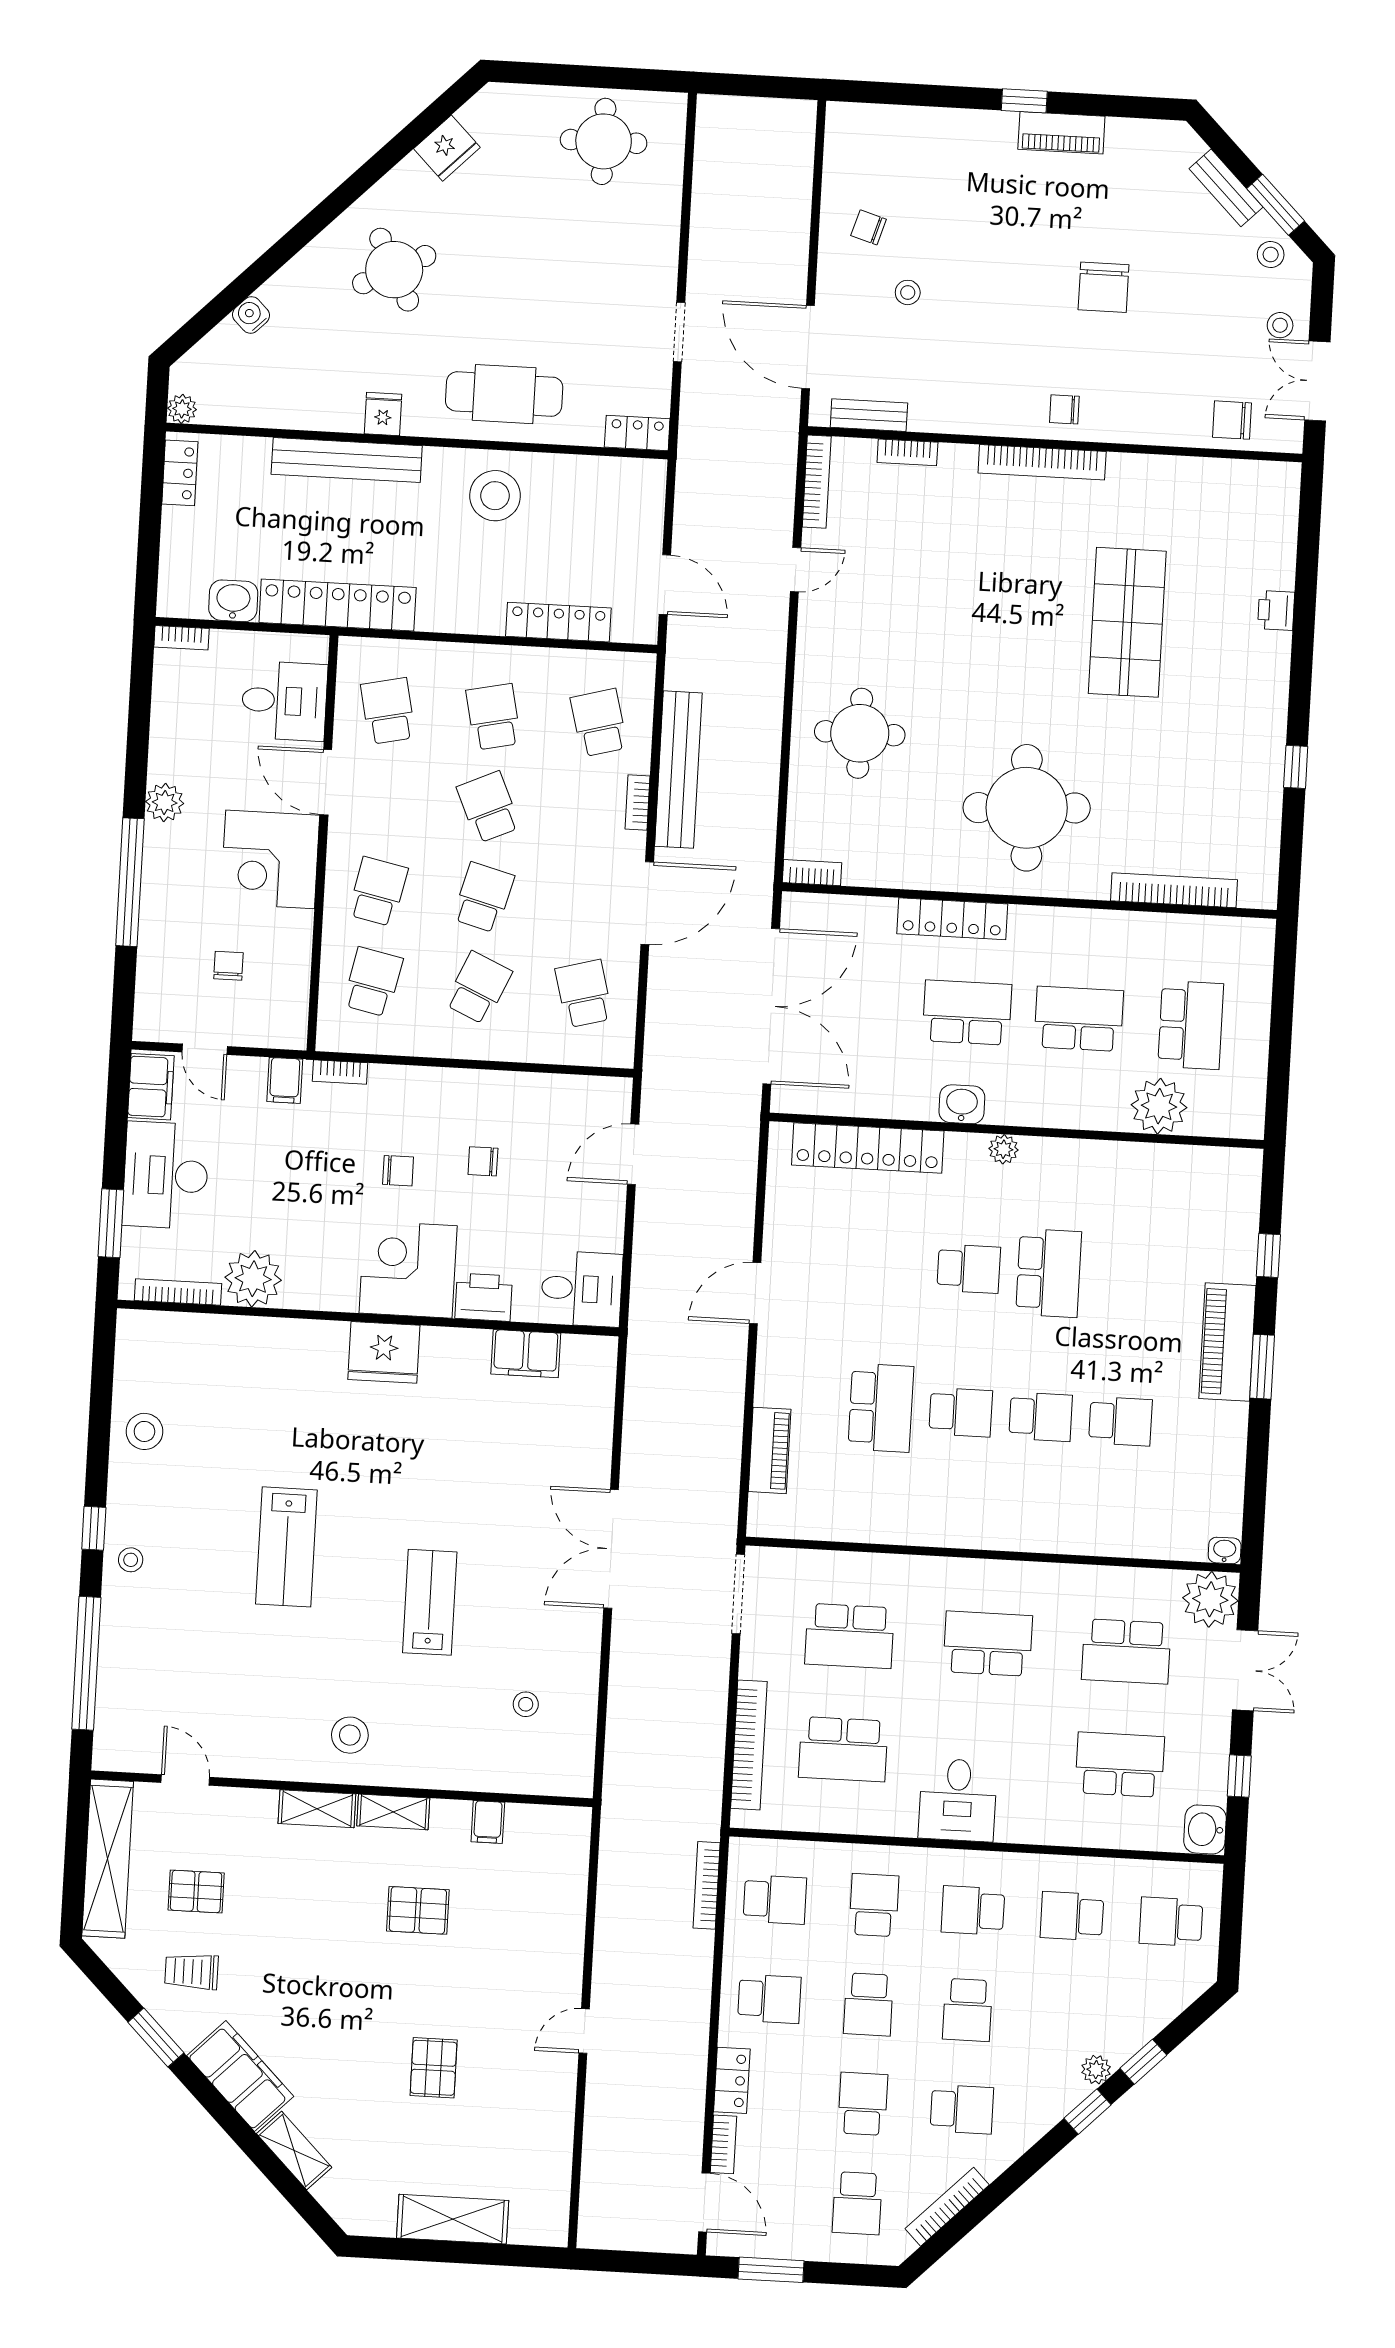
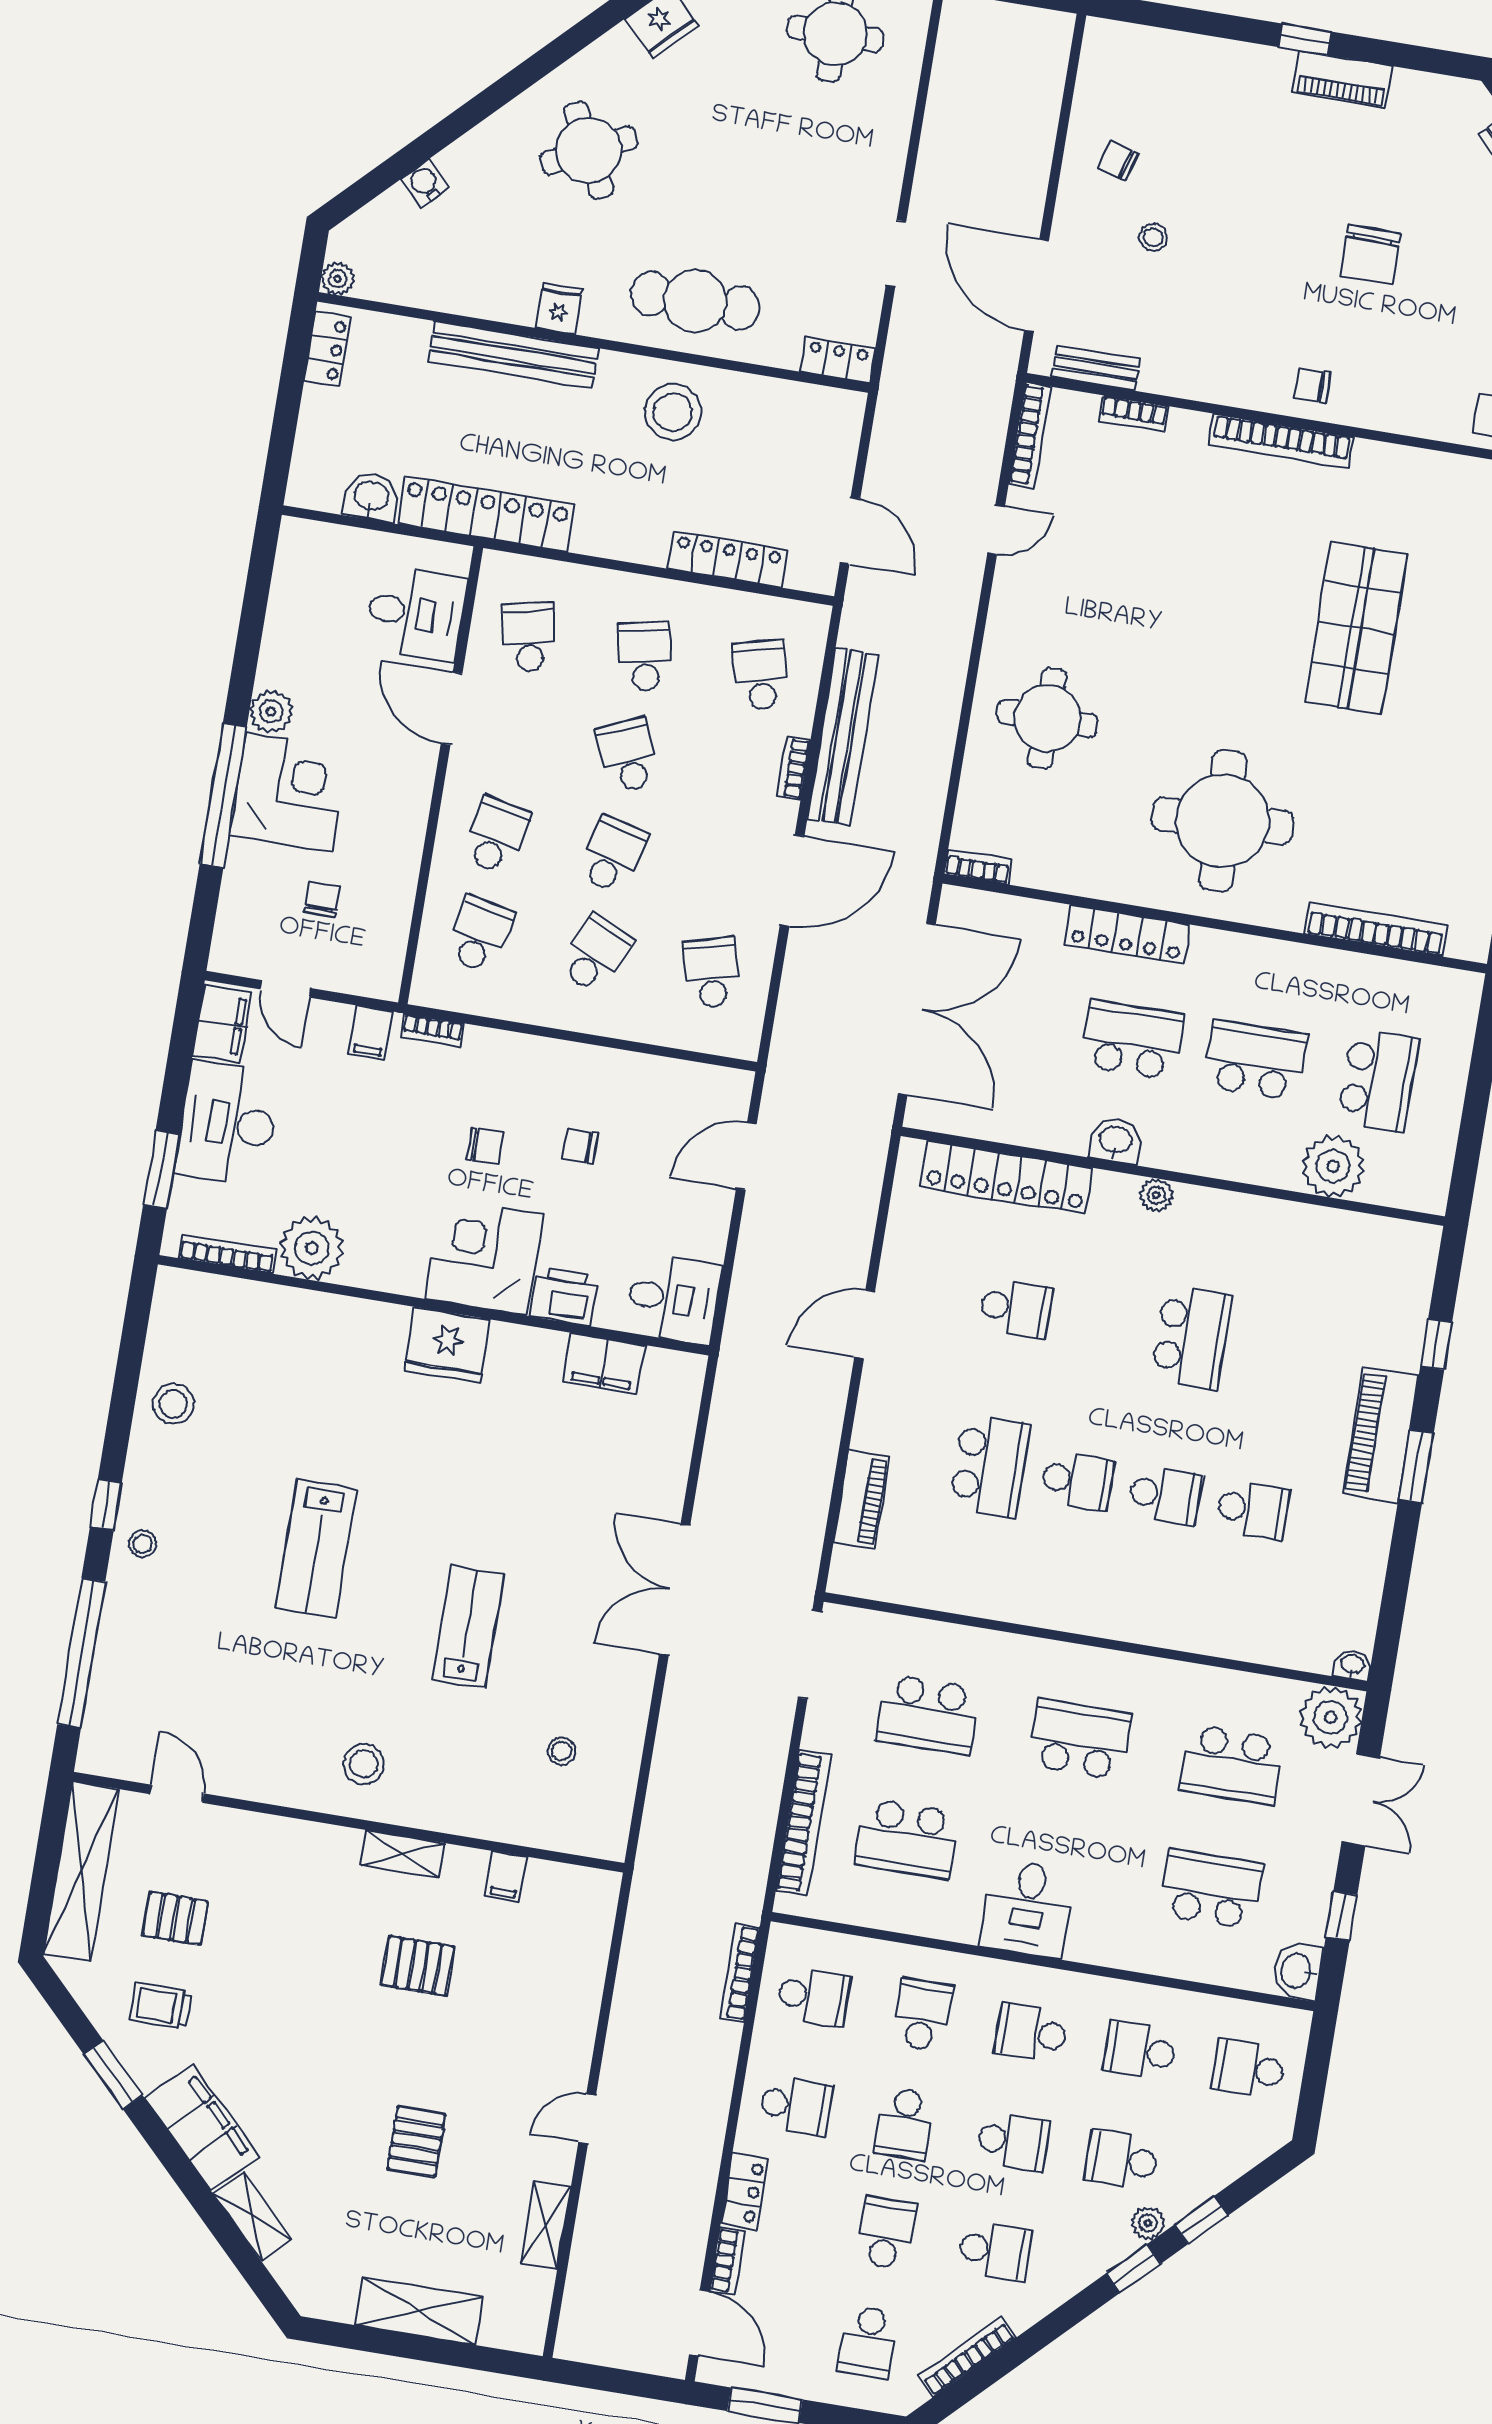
bookcase: (182, 638) -> (310, 531), removed
corner desk: (270, 859) -> (289, 792), moved, turned 180
school desk: (969, 1269) -> (1016, 1308), moved
shelving: (317, 1809) -> (546, 2225), moved, turned 90
school desk: (967, 2010) -> (1013, 2142), turned -90
school desk: (1066, 2015) -> (1122, 2160), added

